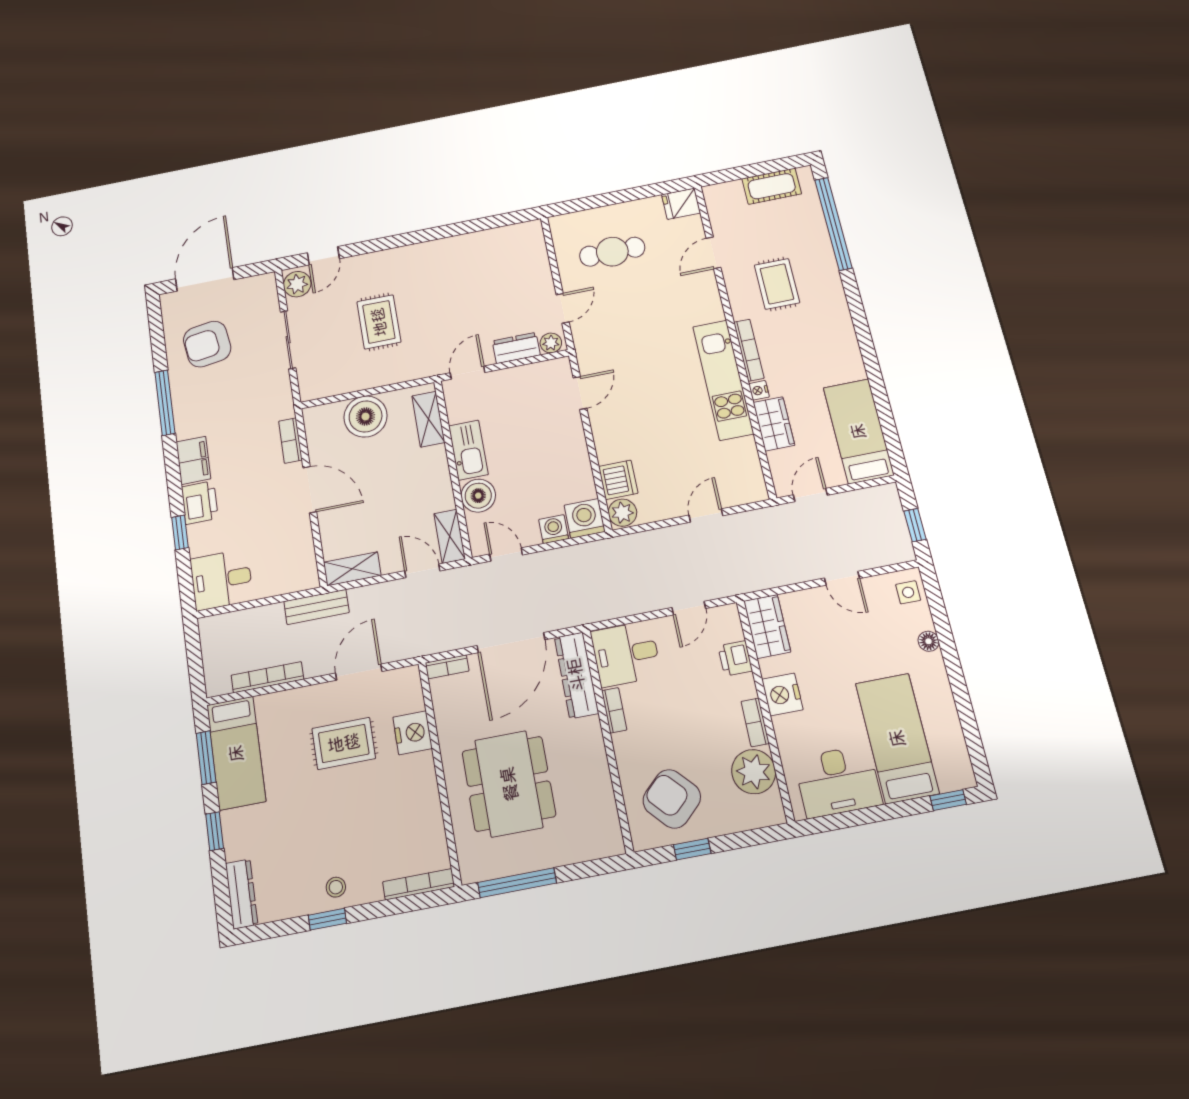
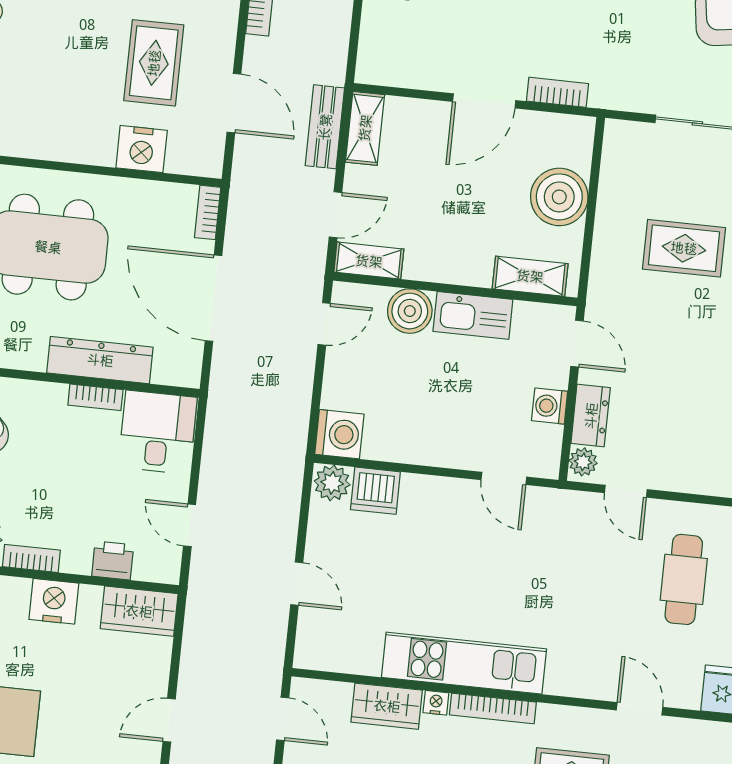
washing machine: (554, 529) -> (550, 406), moved, turned 180
bench: (317, 607) -> (325, 127), moved
dresser: (576, 675) -> (100, 360), moved

